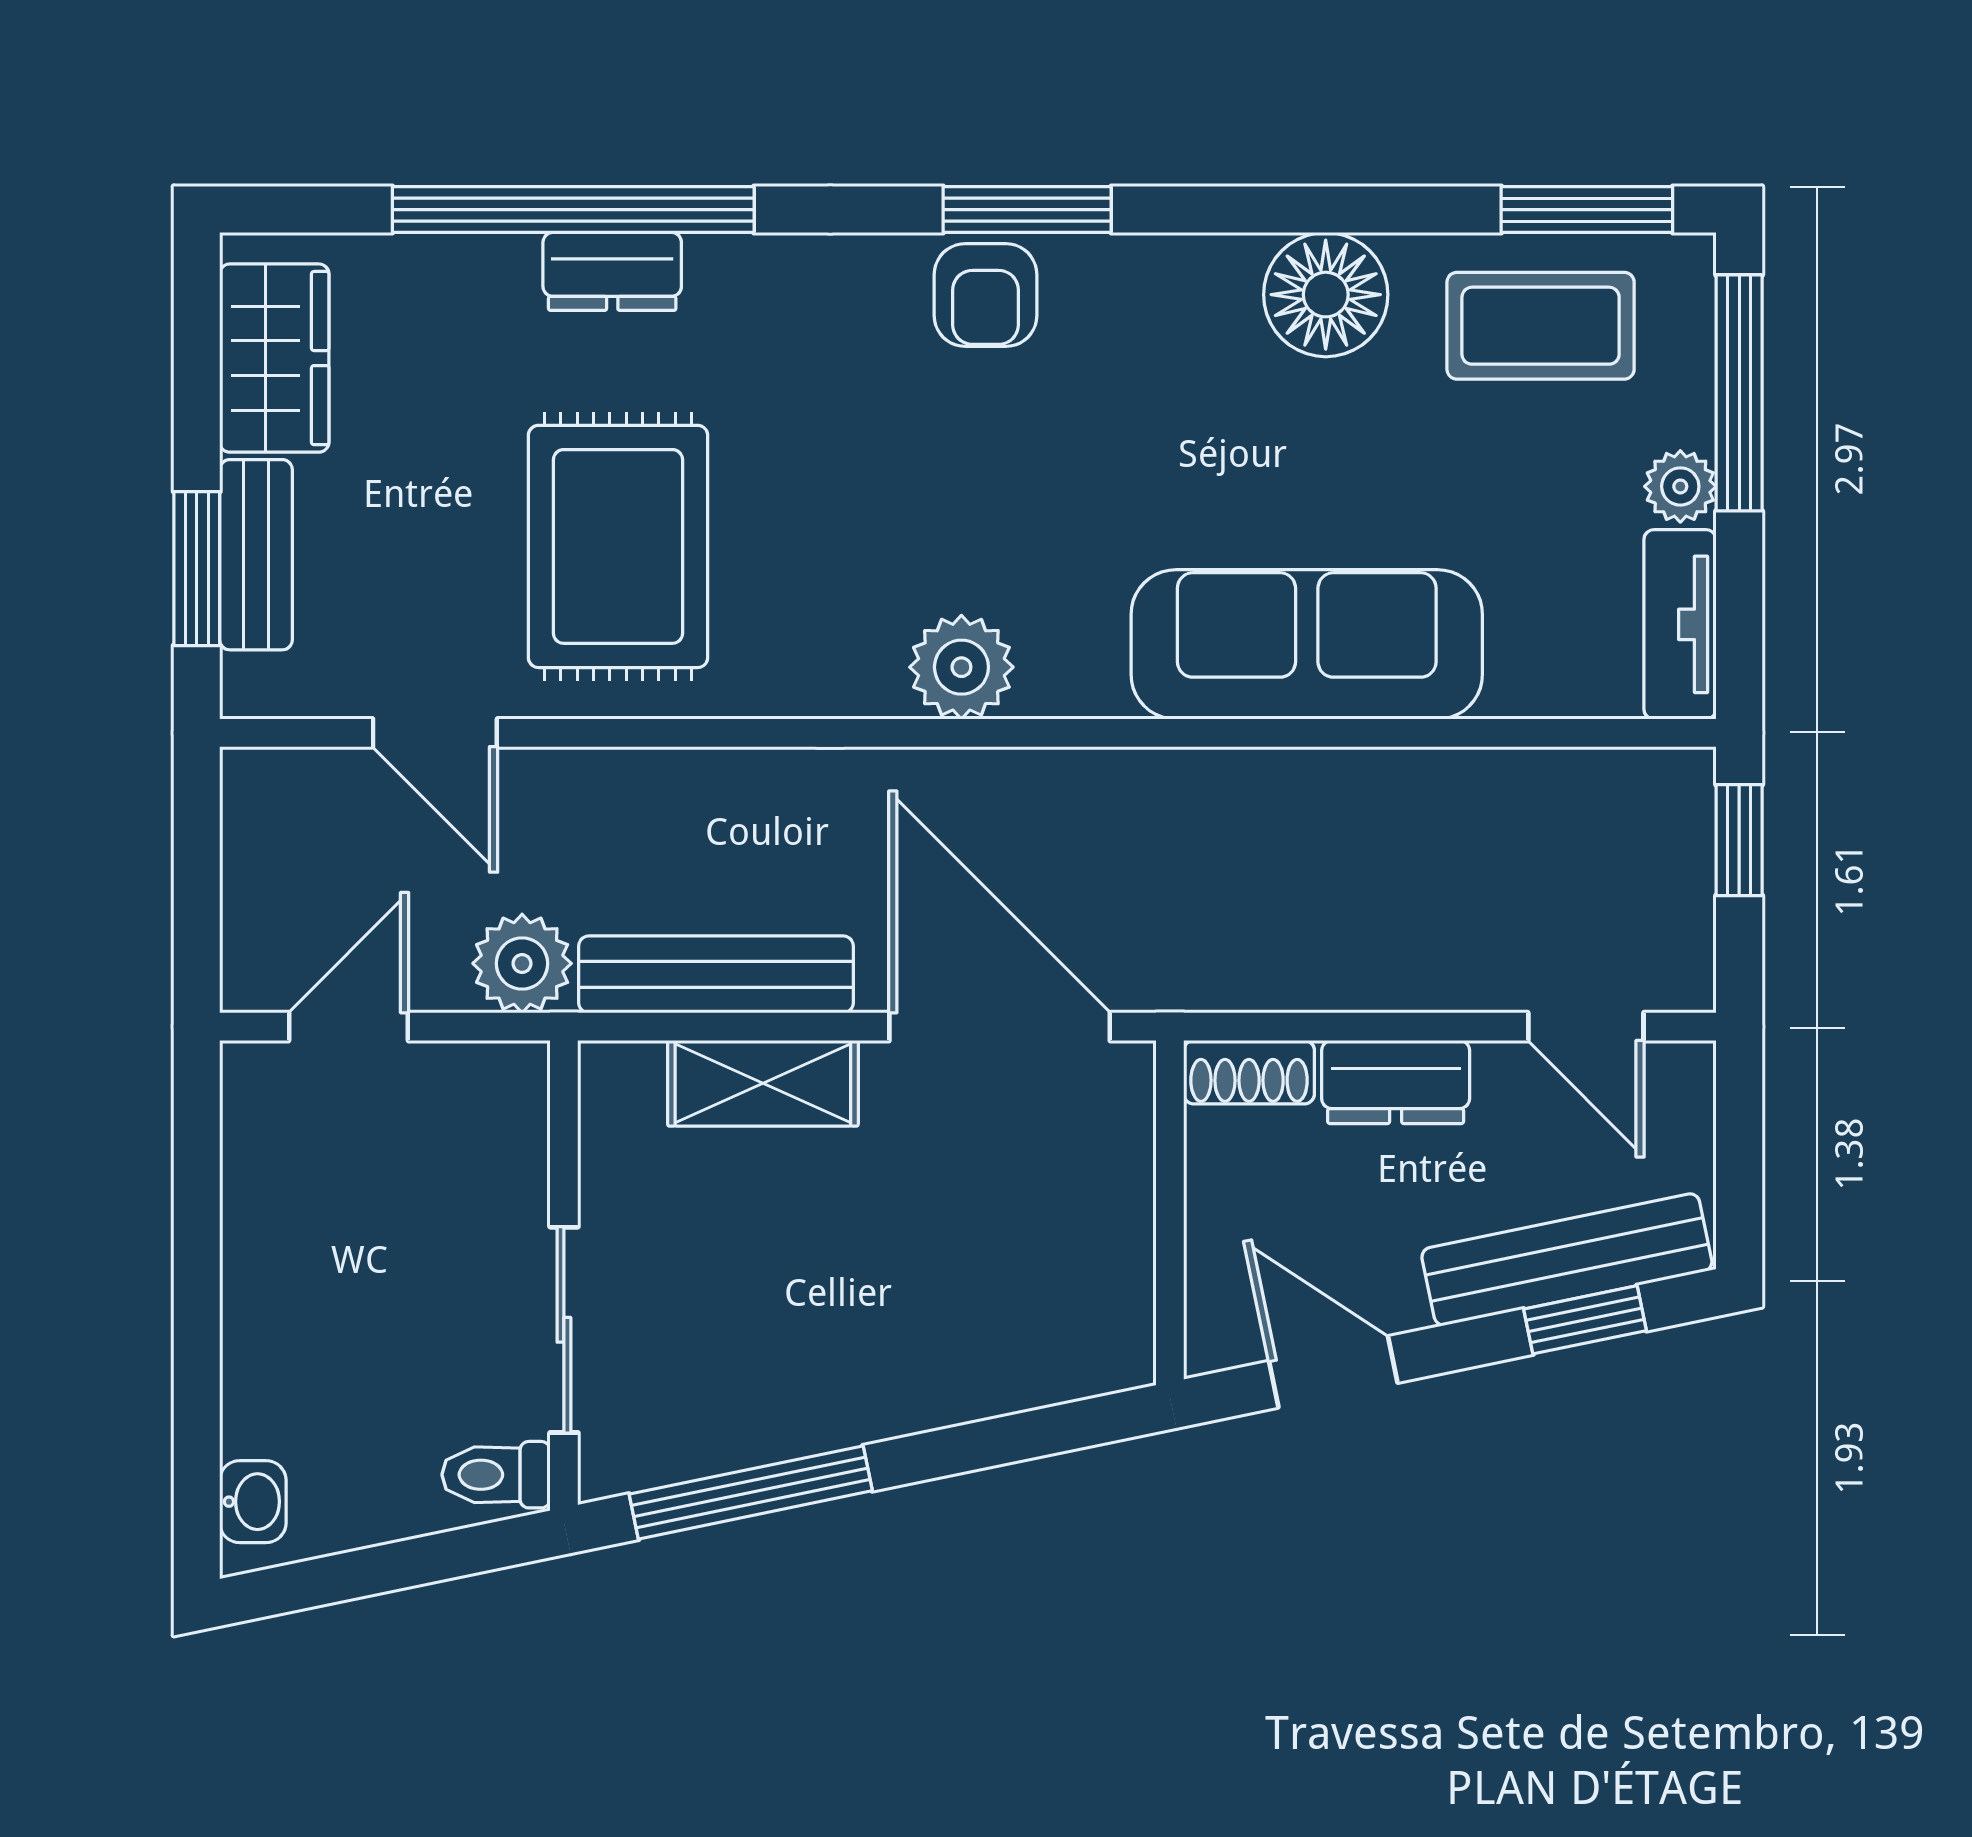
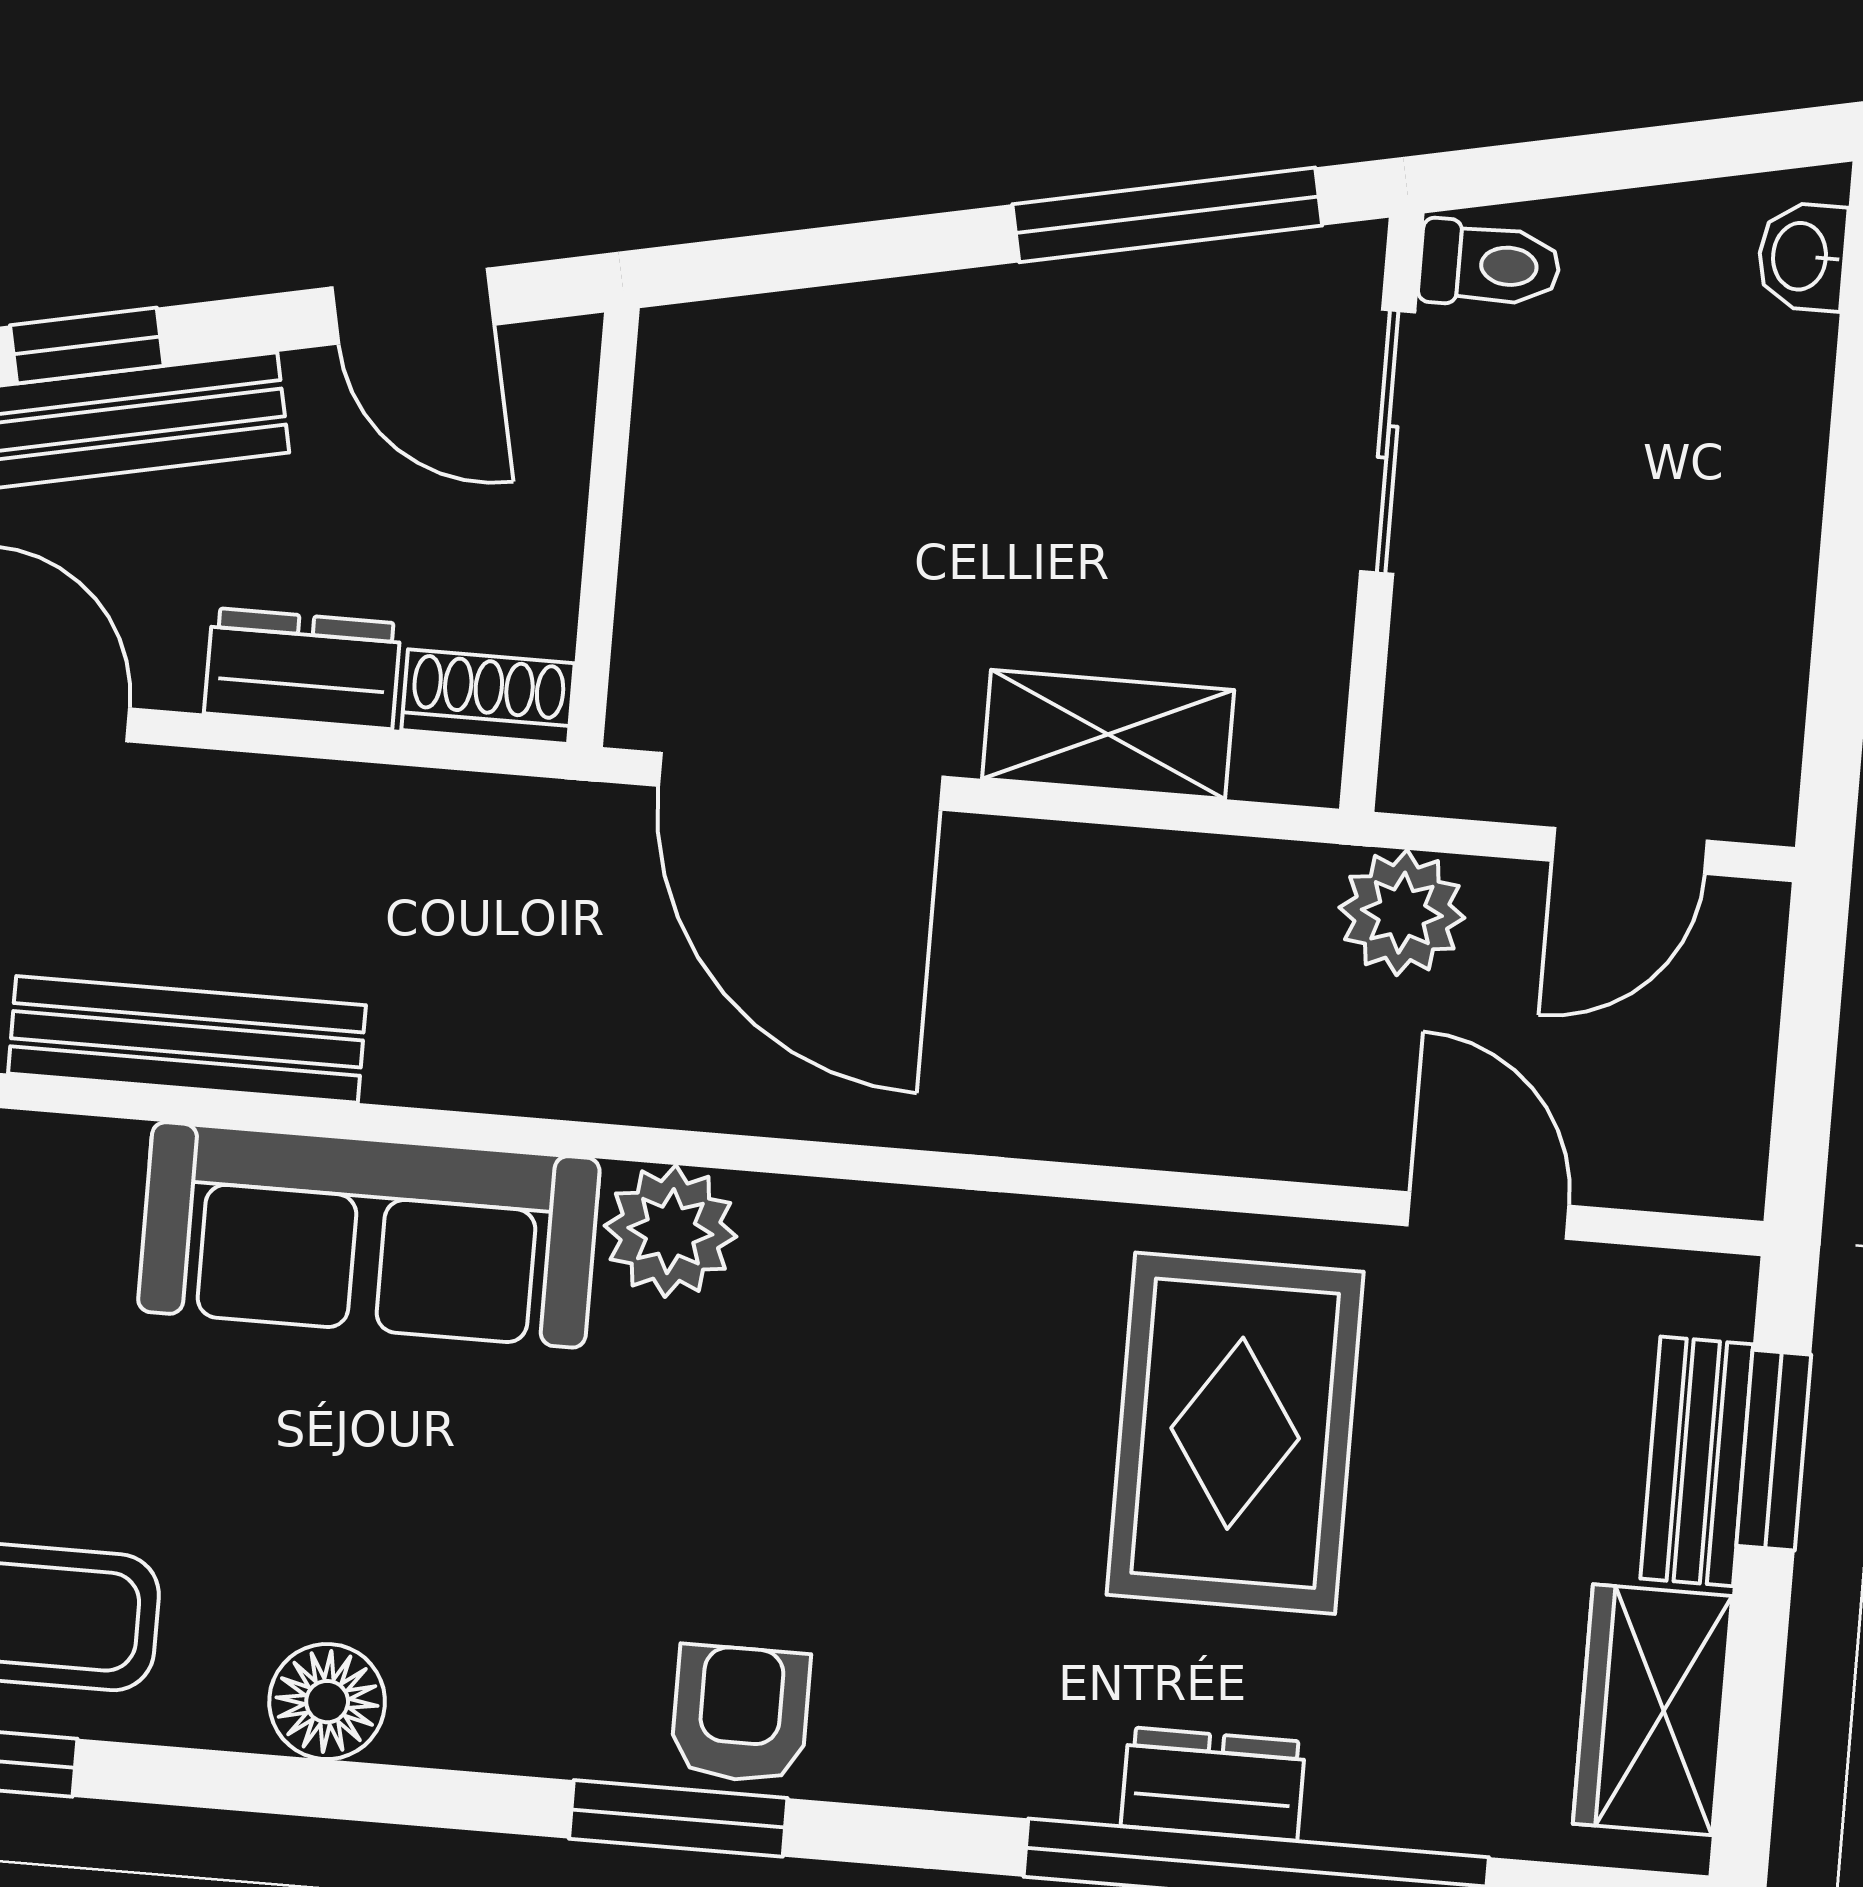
floor lamp: (1326, 295) -> (327, 1702), width x0.73, depth x0.73
plant: (961, 667) -> (670, 1231), moved
bench: (716, 974) -> (187, 1039), moved

